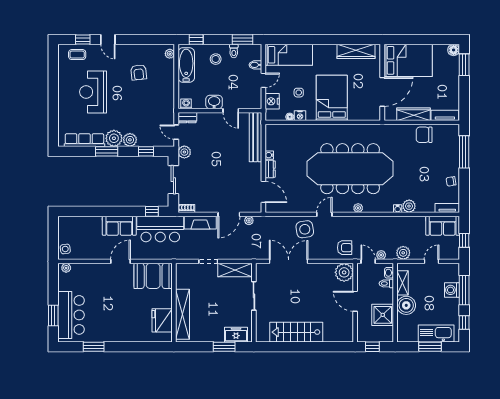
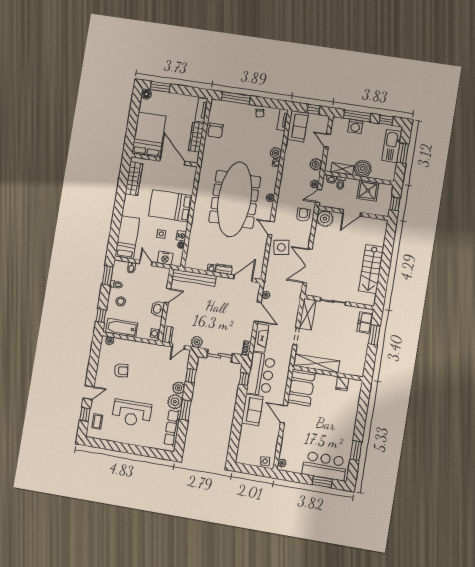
shelving: (183, 314) -> (316, 363), moved
fridge: (162, 320) -> (342, 384), width x0.53, depth x0.75

